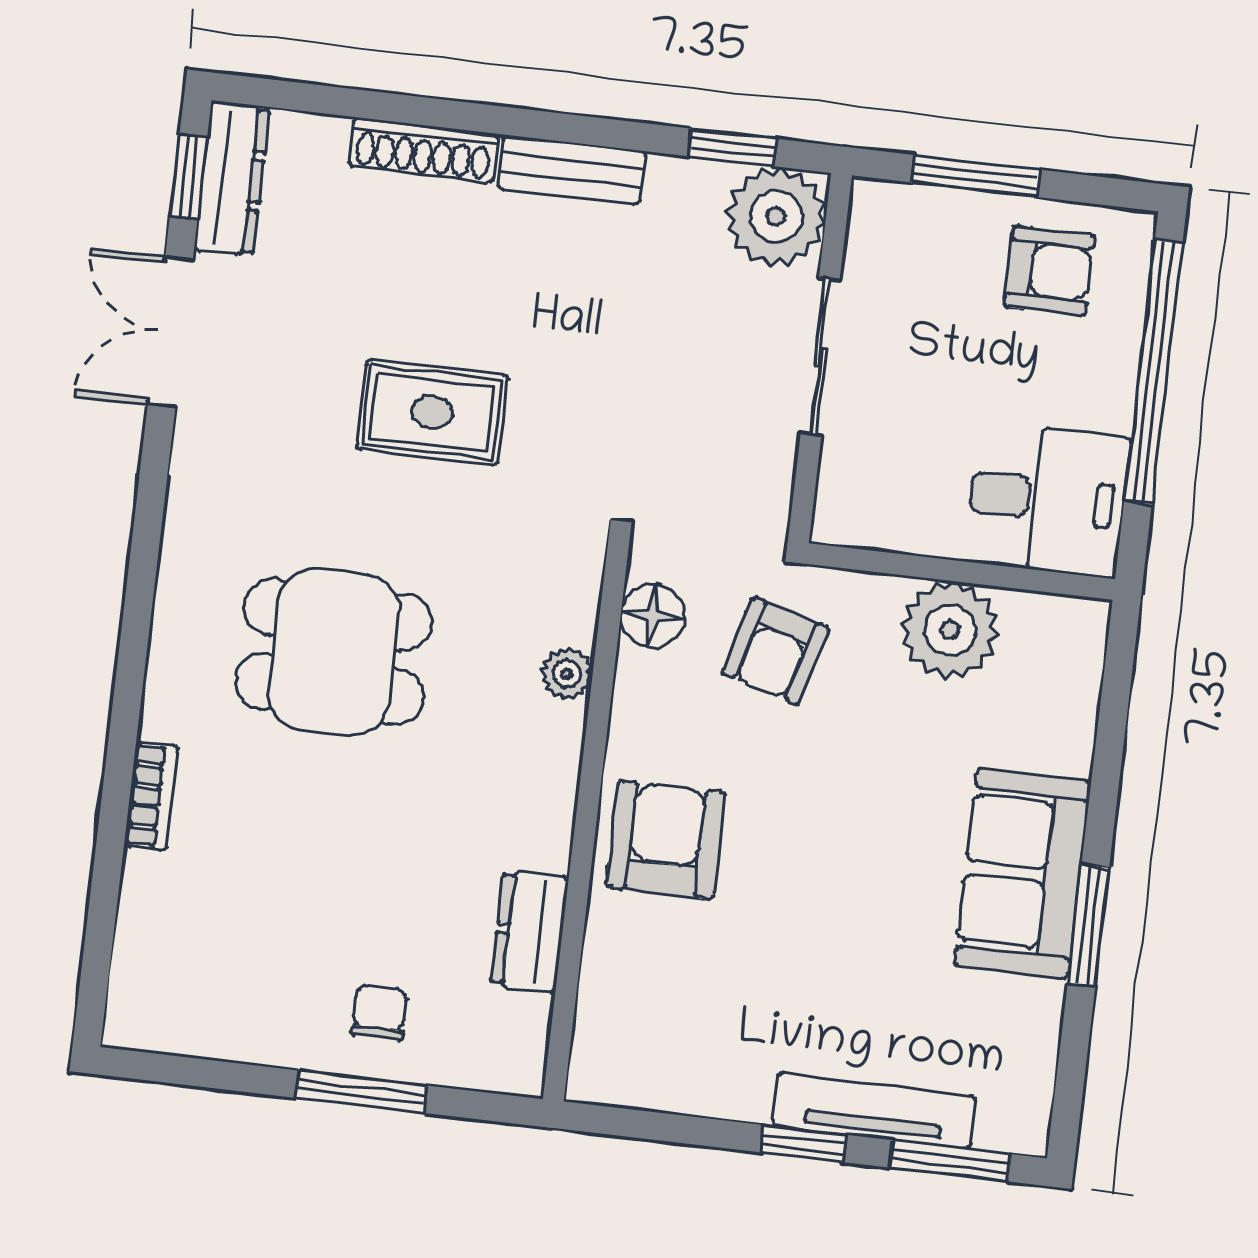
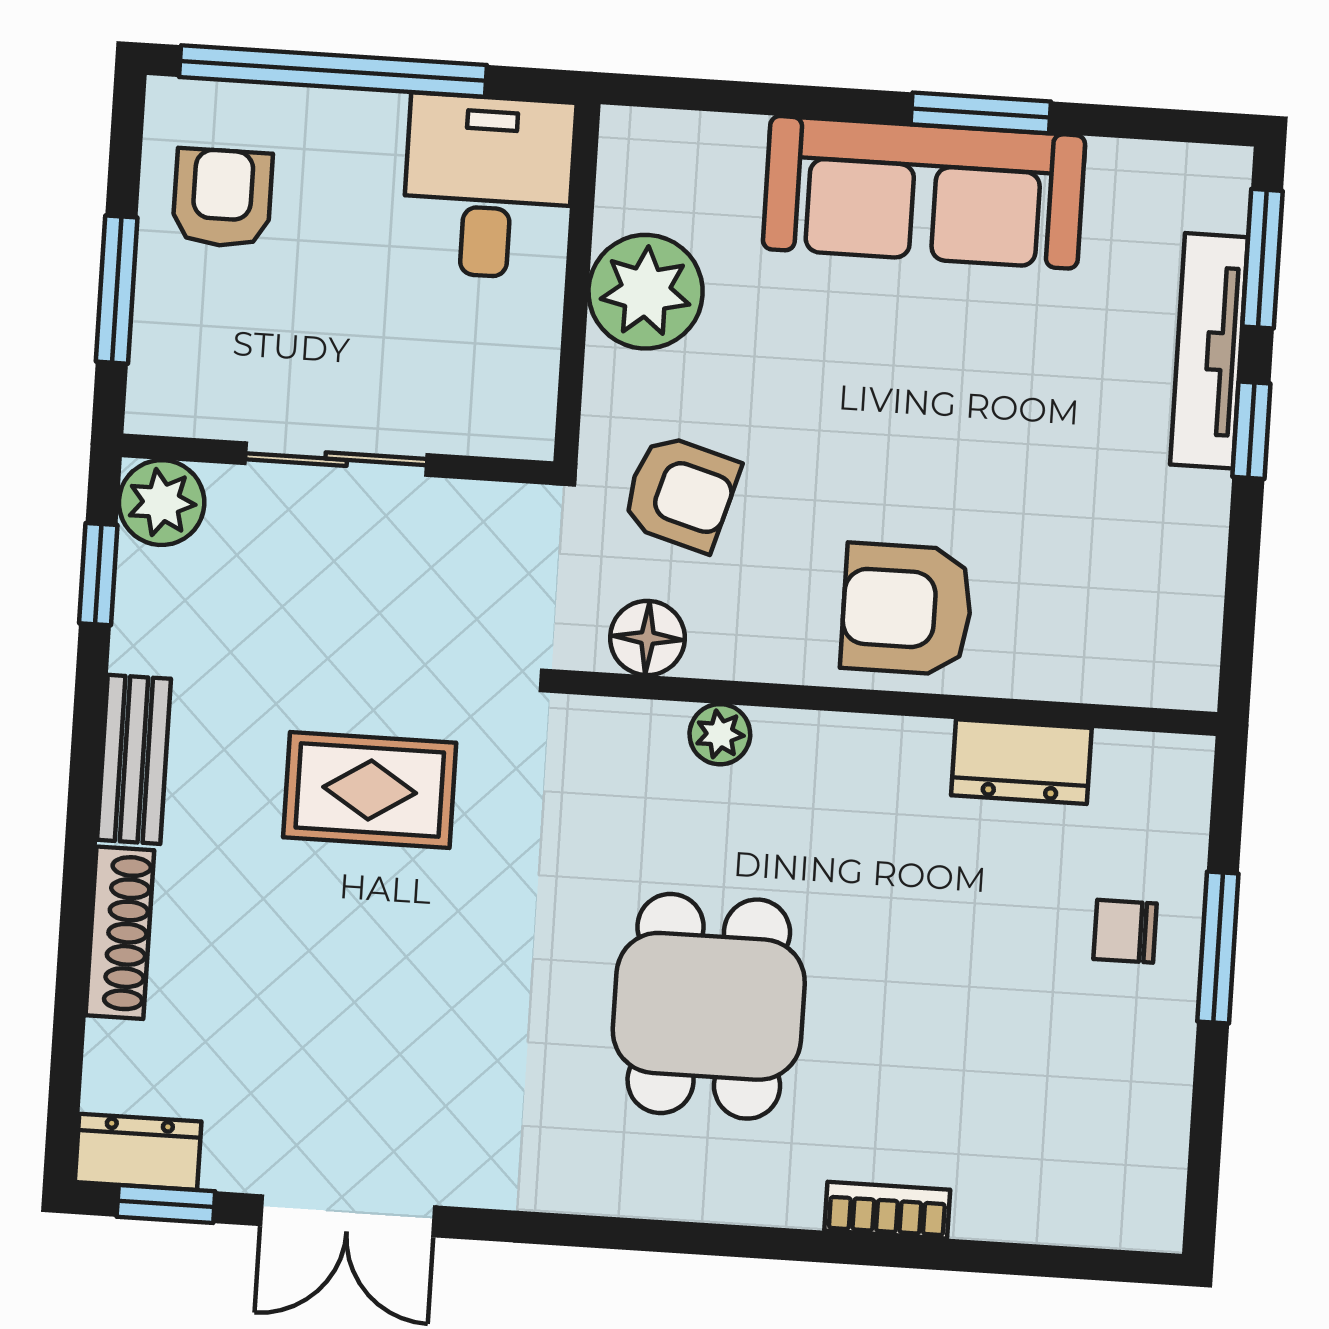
dresser: (232, 178) -> (138, 1152), width x0.70
plant: (776, 217) -> (162, 503), width x0.73, depth x0.73
rug: (432, 412) -> (370, 790), moved, turned 90
sofa: (1023, 873) -> (924, 192), width x1.36

